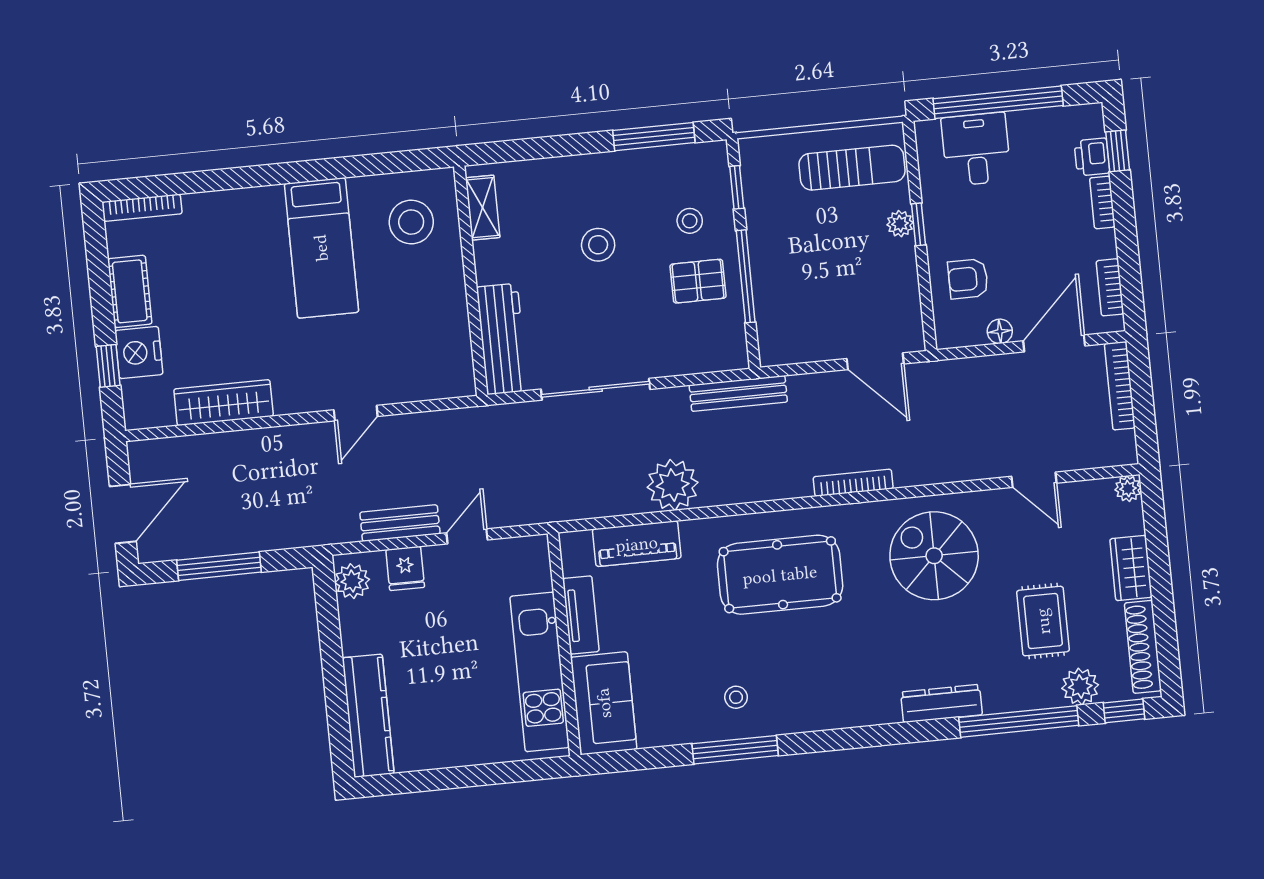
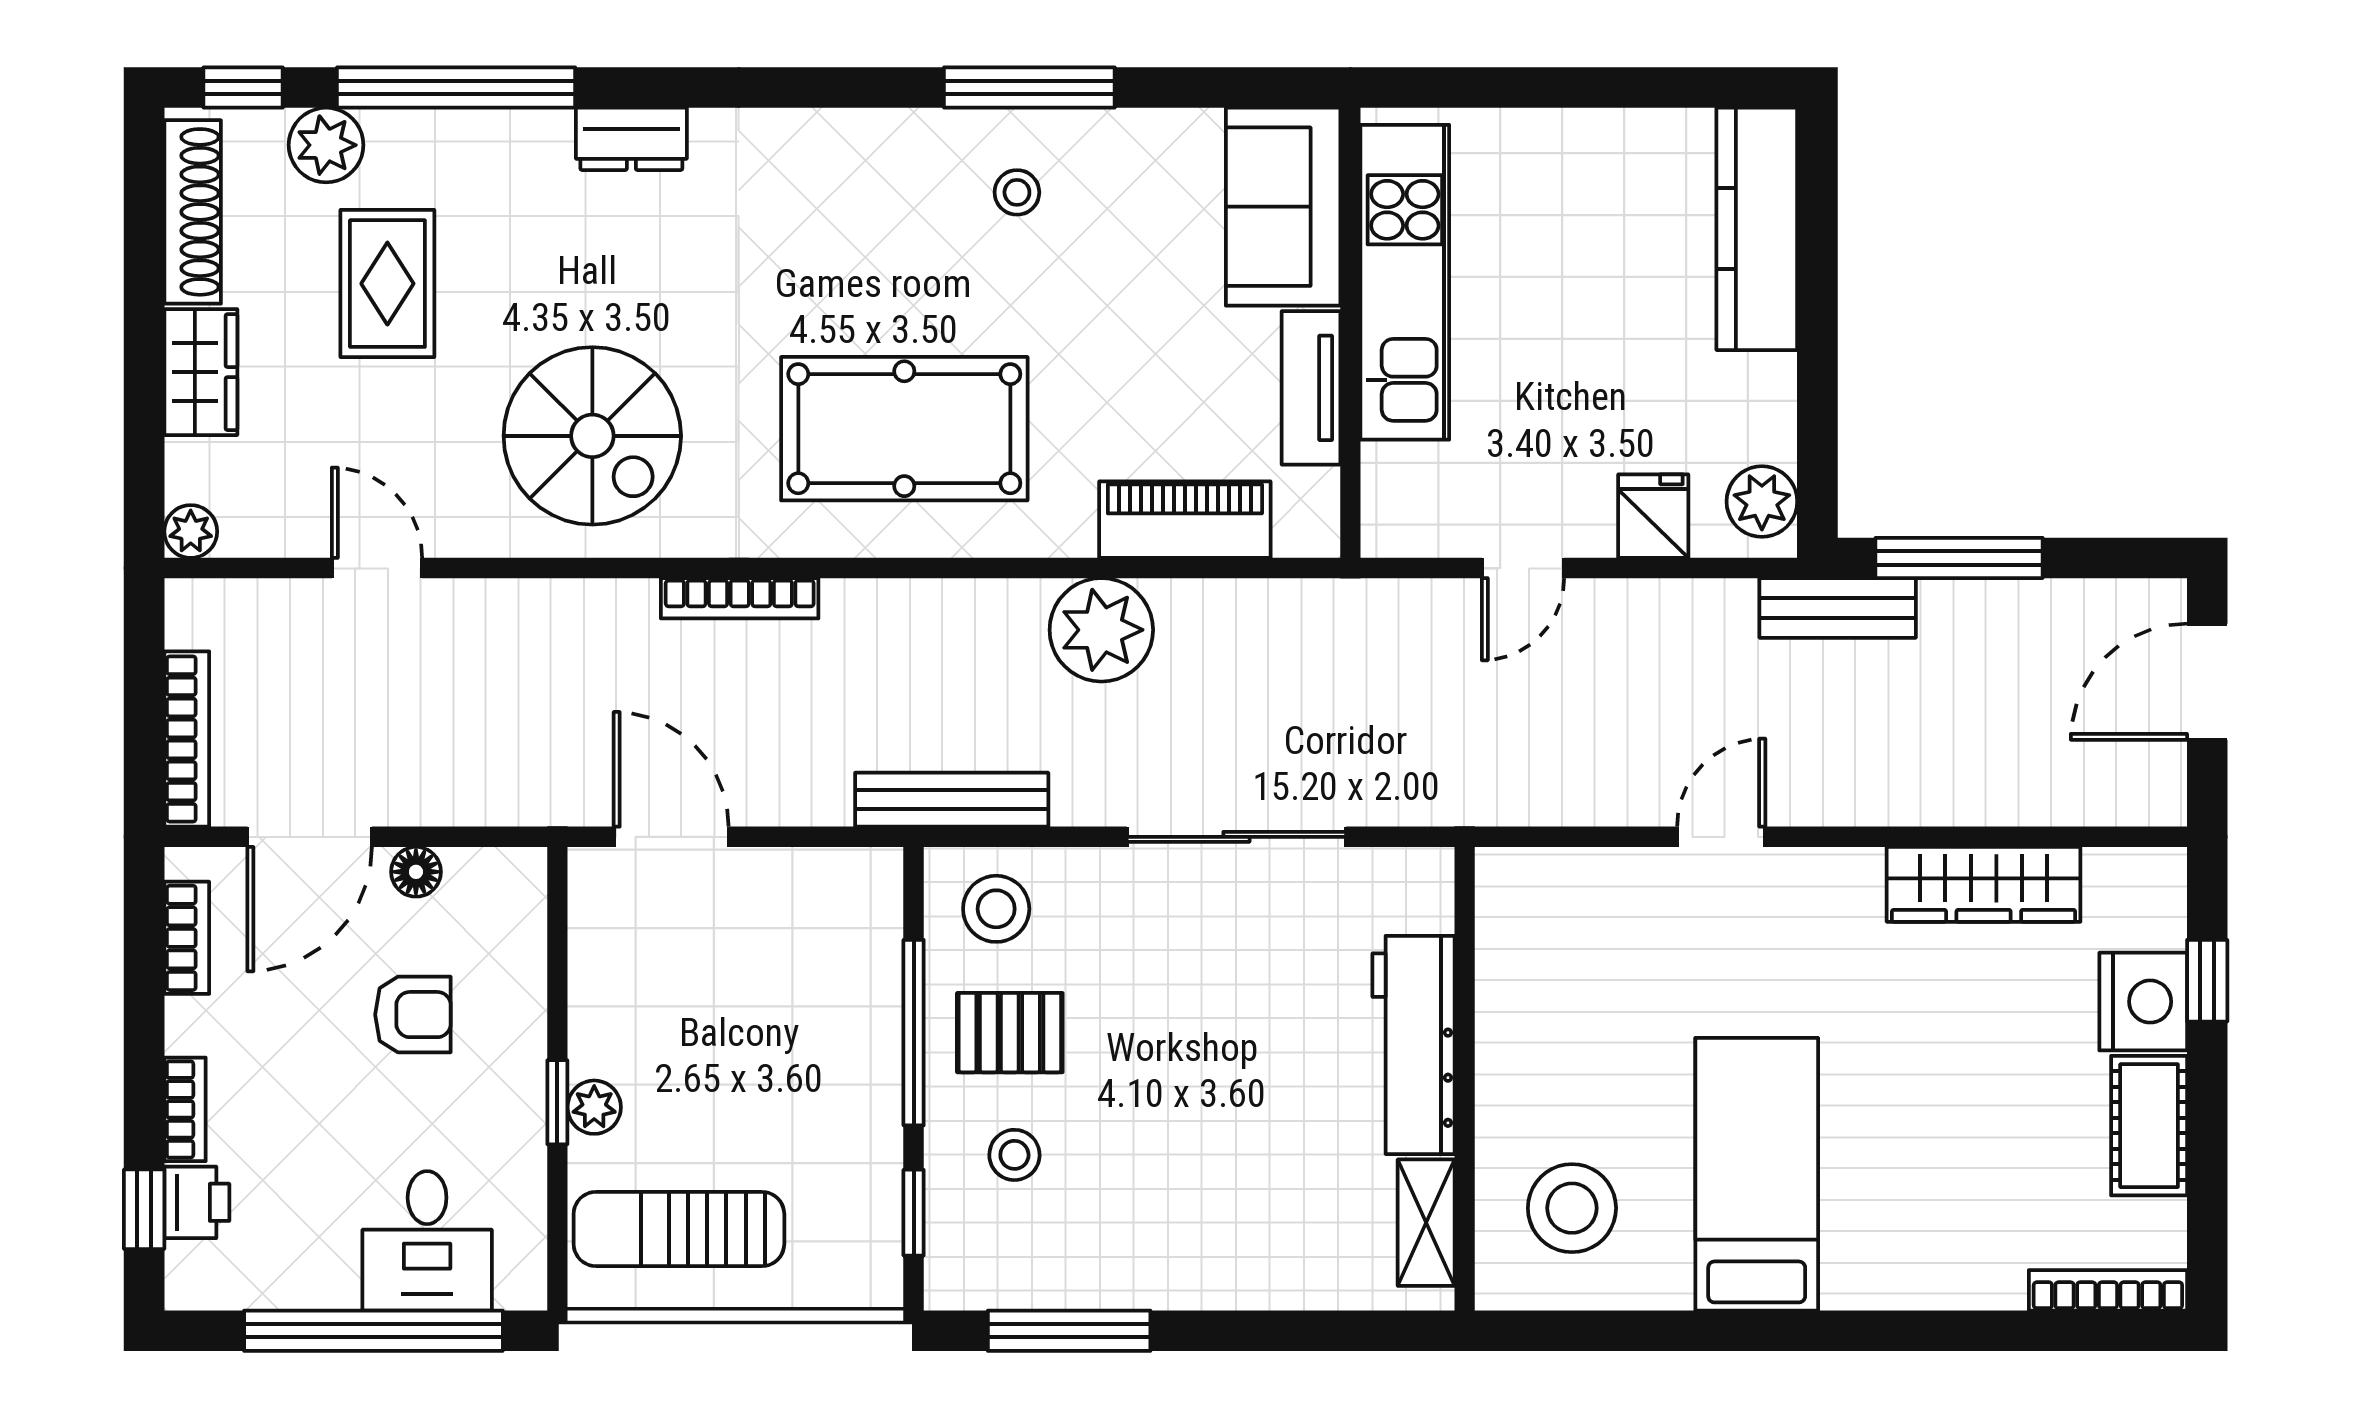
stool: (598, 245) -> (996, 909), moved
armchair: (968, 279) -> (413, 1015), moved
workbench: (502, 339) -> (1414, 1045), moved
bench: (400, 523) -> (1838, 608), moved
window: (219, 566) -> (1959, 558), moved
dresser: (941, 703) -> (631, 139), width x0.70

